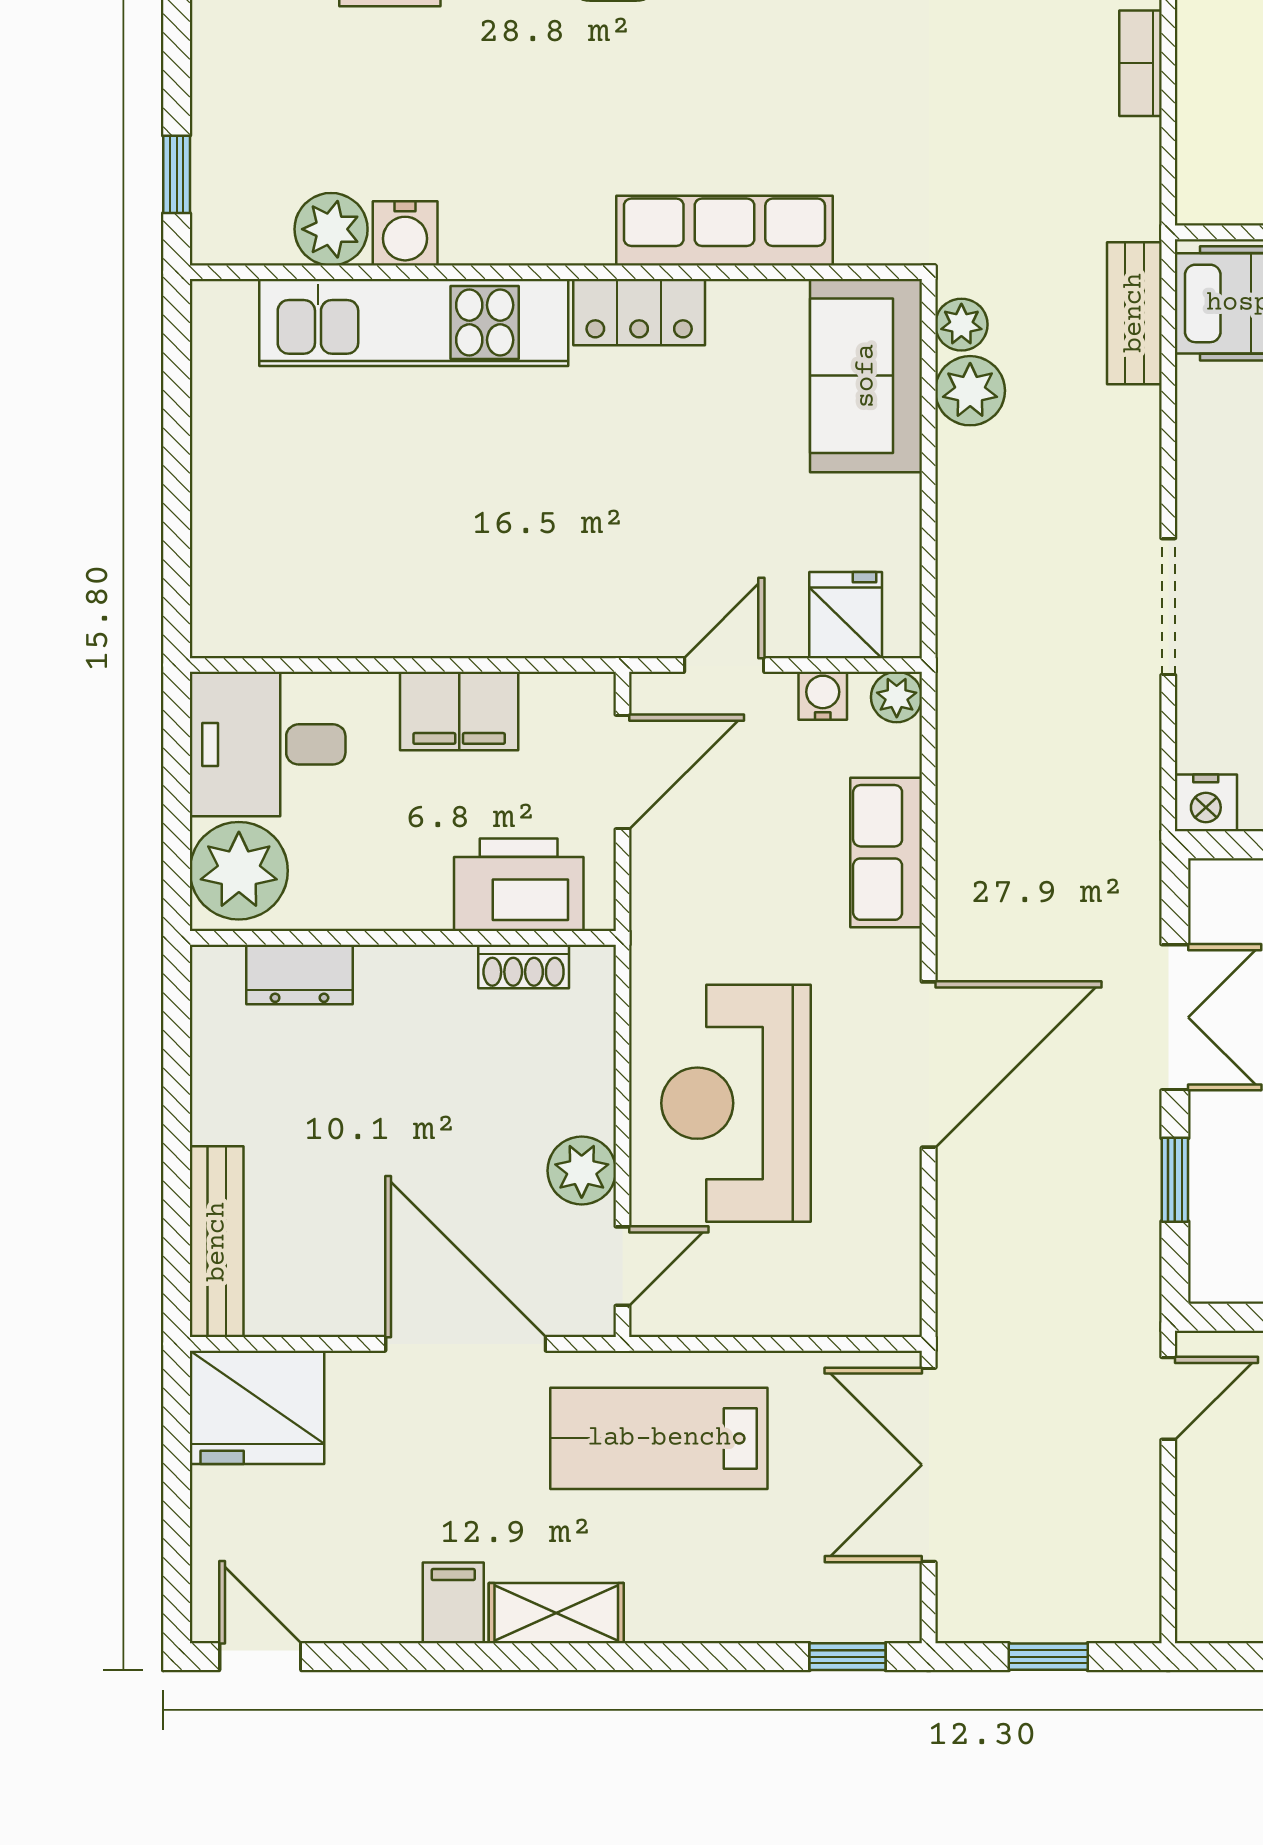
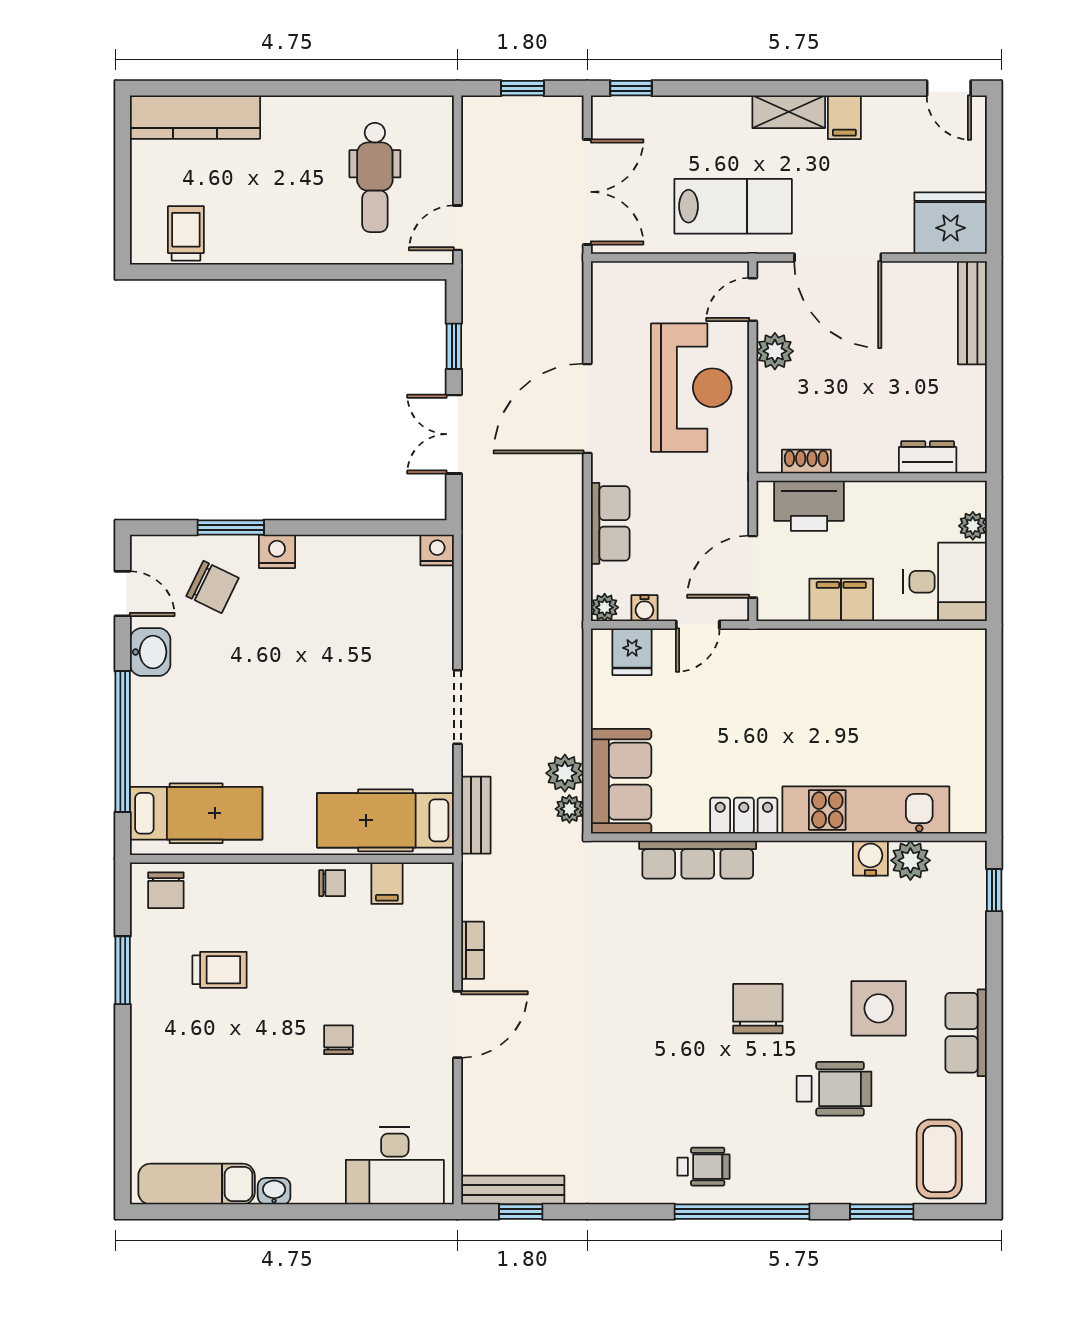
doorway: (1168, 607) -> (458, 707), moved
plant: (239, 871) -> (973, 526), width x0.53, depth x0.53

